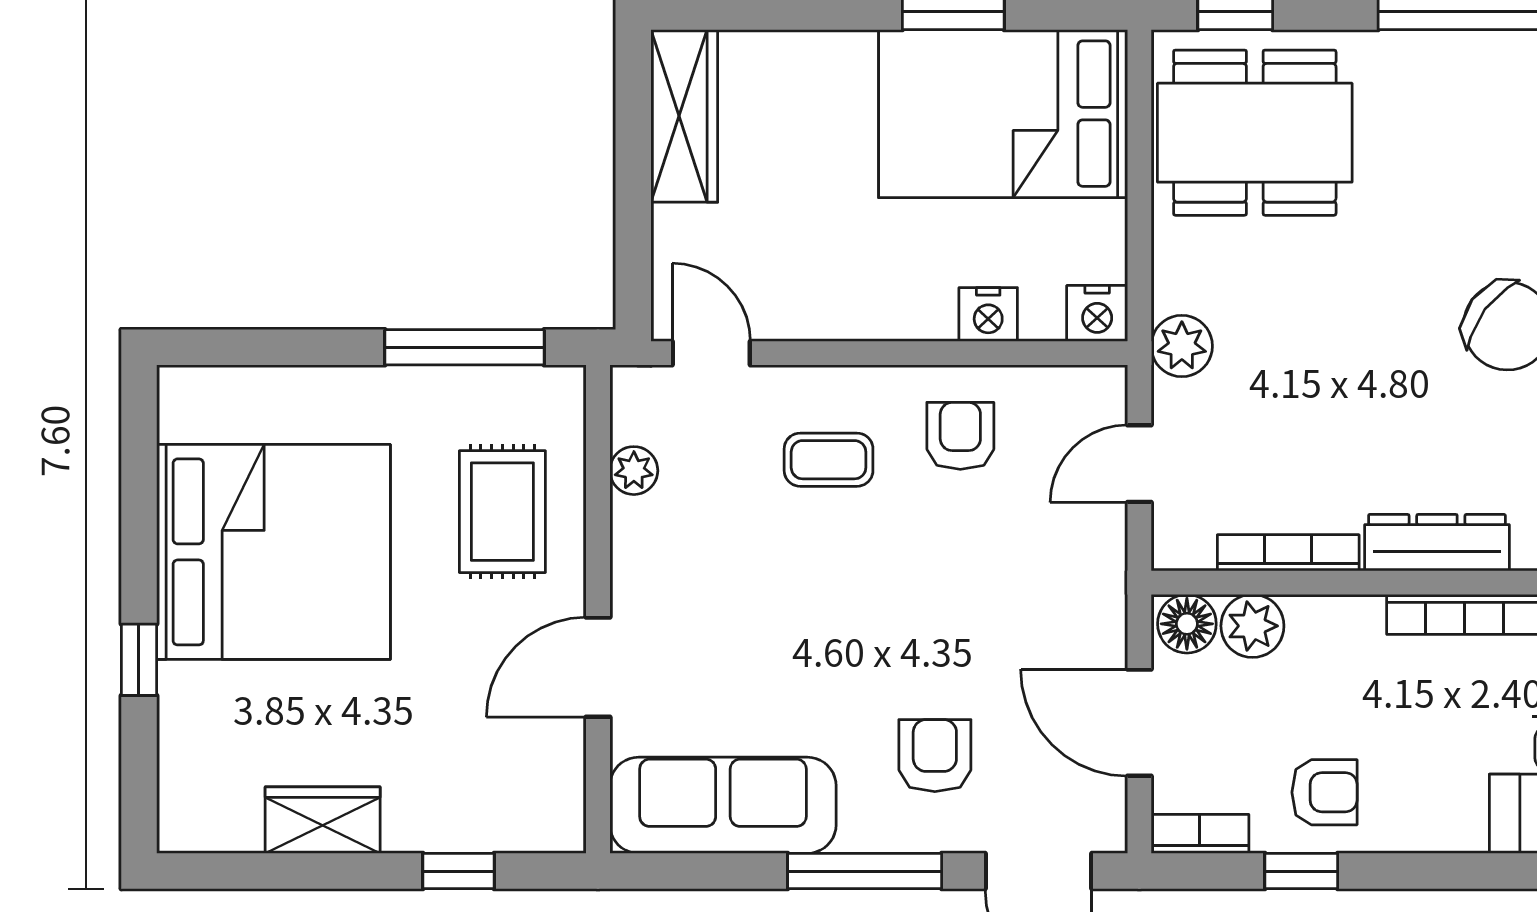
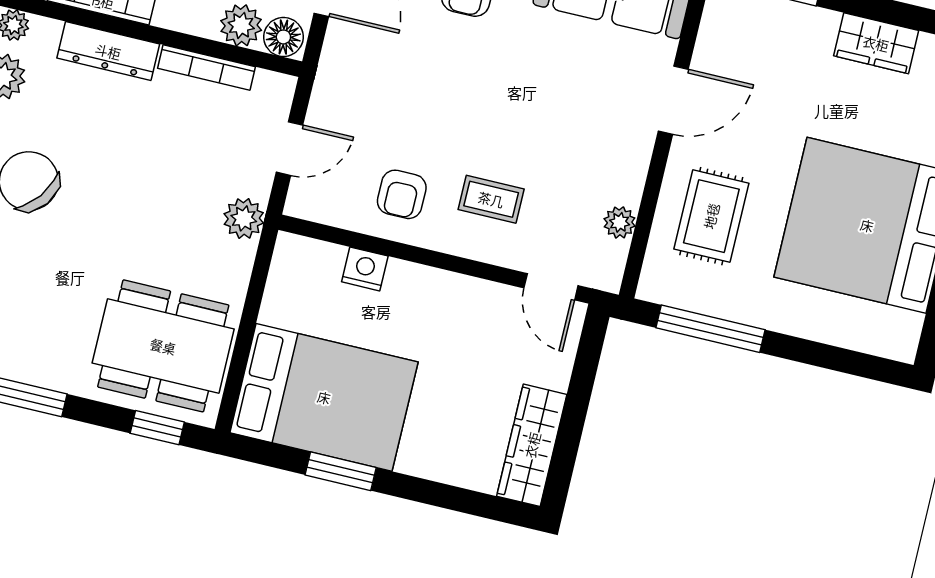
nightstand: (1097, 313) -> (294, 253), removed

